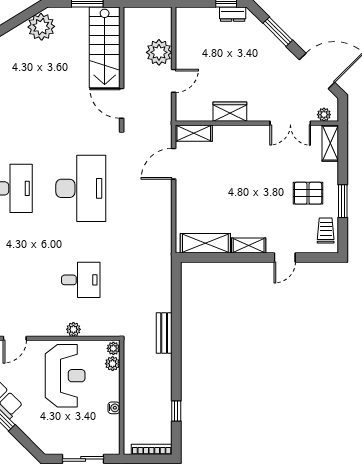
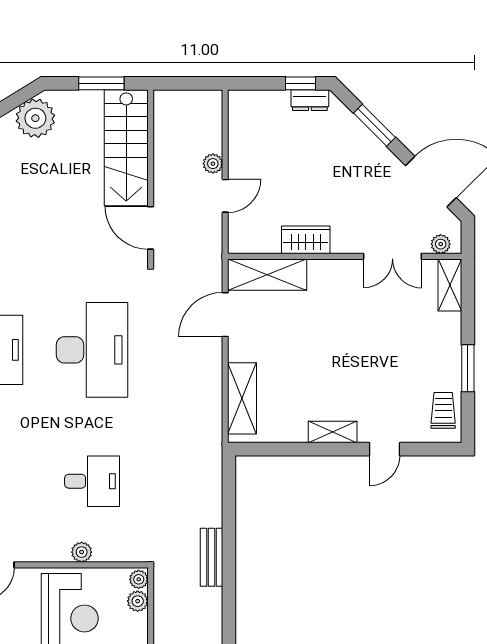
plant: (159, 52) -> (213, 164), width x0.53, depth x0.53
shelving: (194, 133) -> (267, 275), width x1.50, depth x1.33
pallet: (308, 193) -> (418, 357), removed
shelving: (205, 243) -> (242, 398), moved, turned 90

